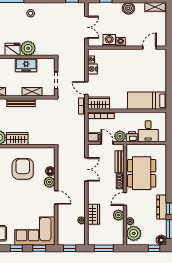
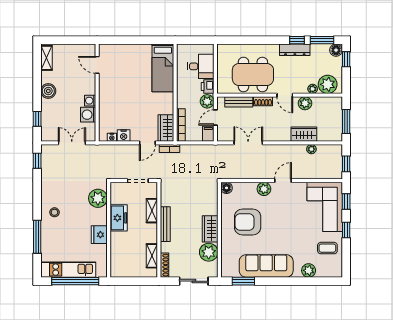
plant: (28, 48) -> (98, 198), moved
floor lamp: (50, 171) -> (226, 188), moved

